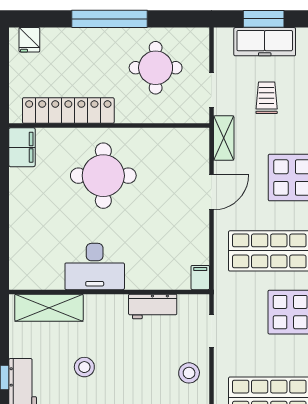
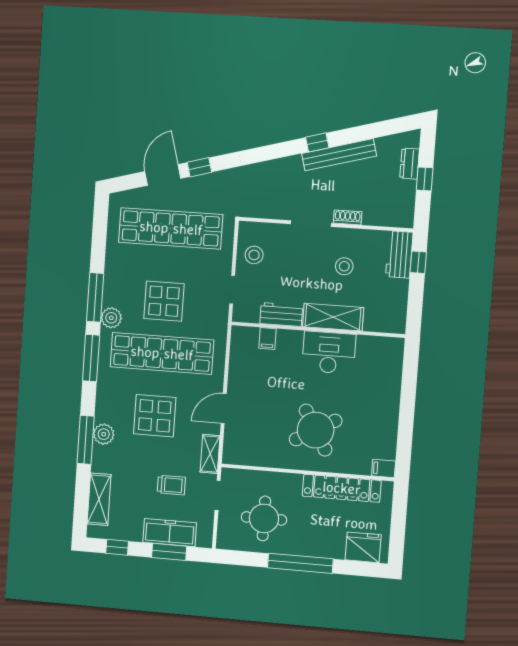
fridge: (29, 40) -> (363, 547), width x1.88, depth x1.34
trolley: (267, 98) -> (171, 485), turned -90
filing cabinet: (22, 147) -> (384, 468), width x0.50
round table: (103, 176) -> (316, 430), turned -30
filing cabinet: (200, 278) -> (267, 338), moved
shelving: (49, 308) -> (333, 317), moved

